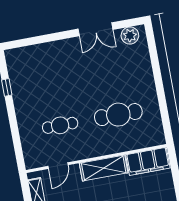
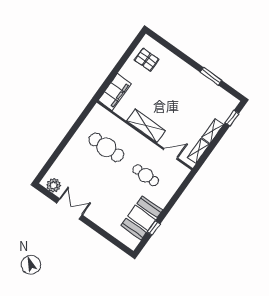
booth: (26, 85) -> (142, 218), added
filing cabinet: (148, 161) -> (115, 92), moved, turned 90

